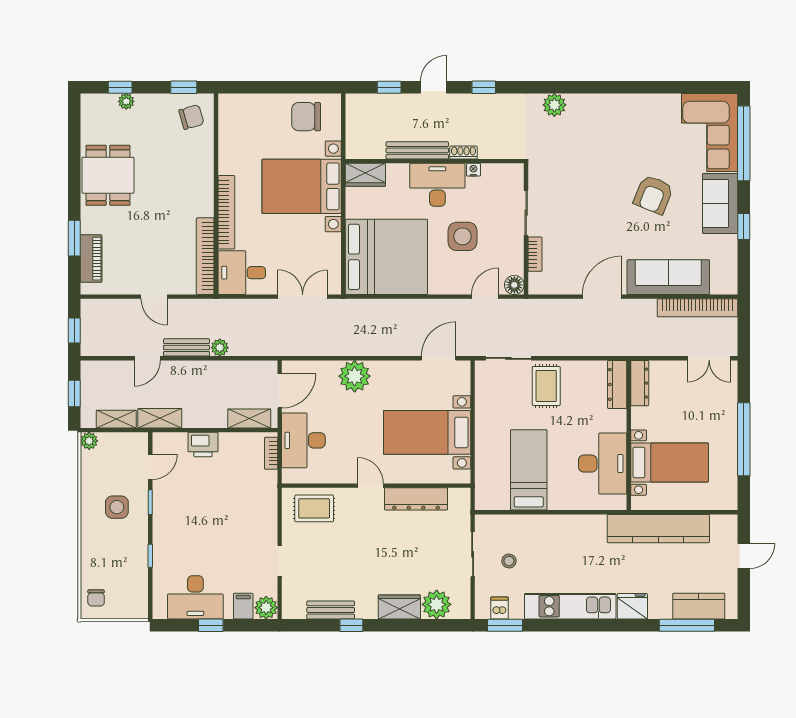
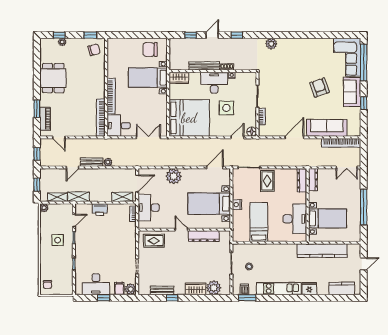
bed with nightstands: (302, 186) -> (148, 78), width x0.73
armchair: (653, 195) -> (320, 88), turned 139
door: (154, 297) -> (59, 137), moved
nightstand: (484, 434) -> (237, 205), added
window: (687, 625) -> (336, 298), removed

